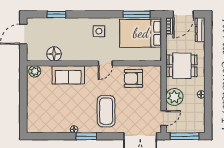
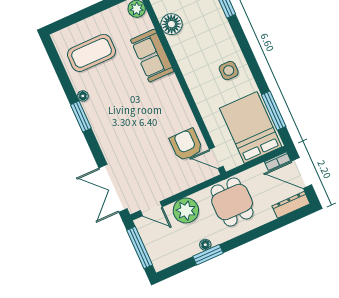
door: (105, 63) -> (216, 158), moved
window: (208, 96) -> (208, 255), added
coffee table: (106, 111) -> (92, 53), moved

